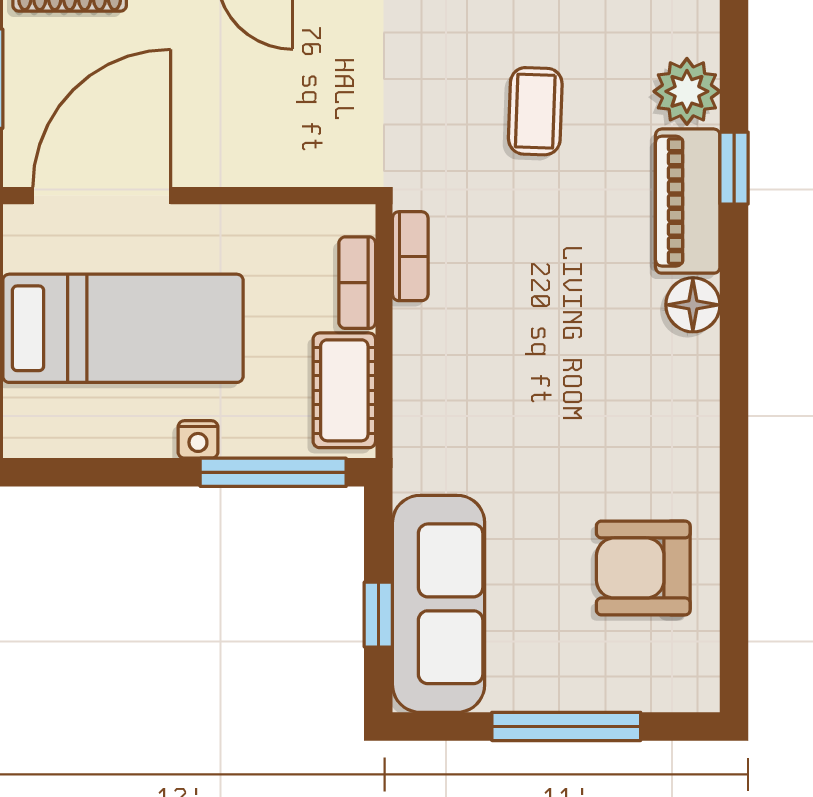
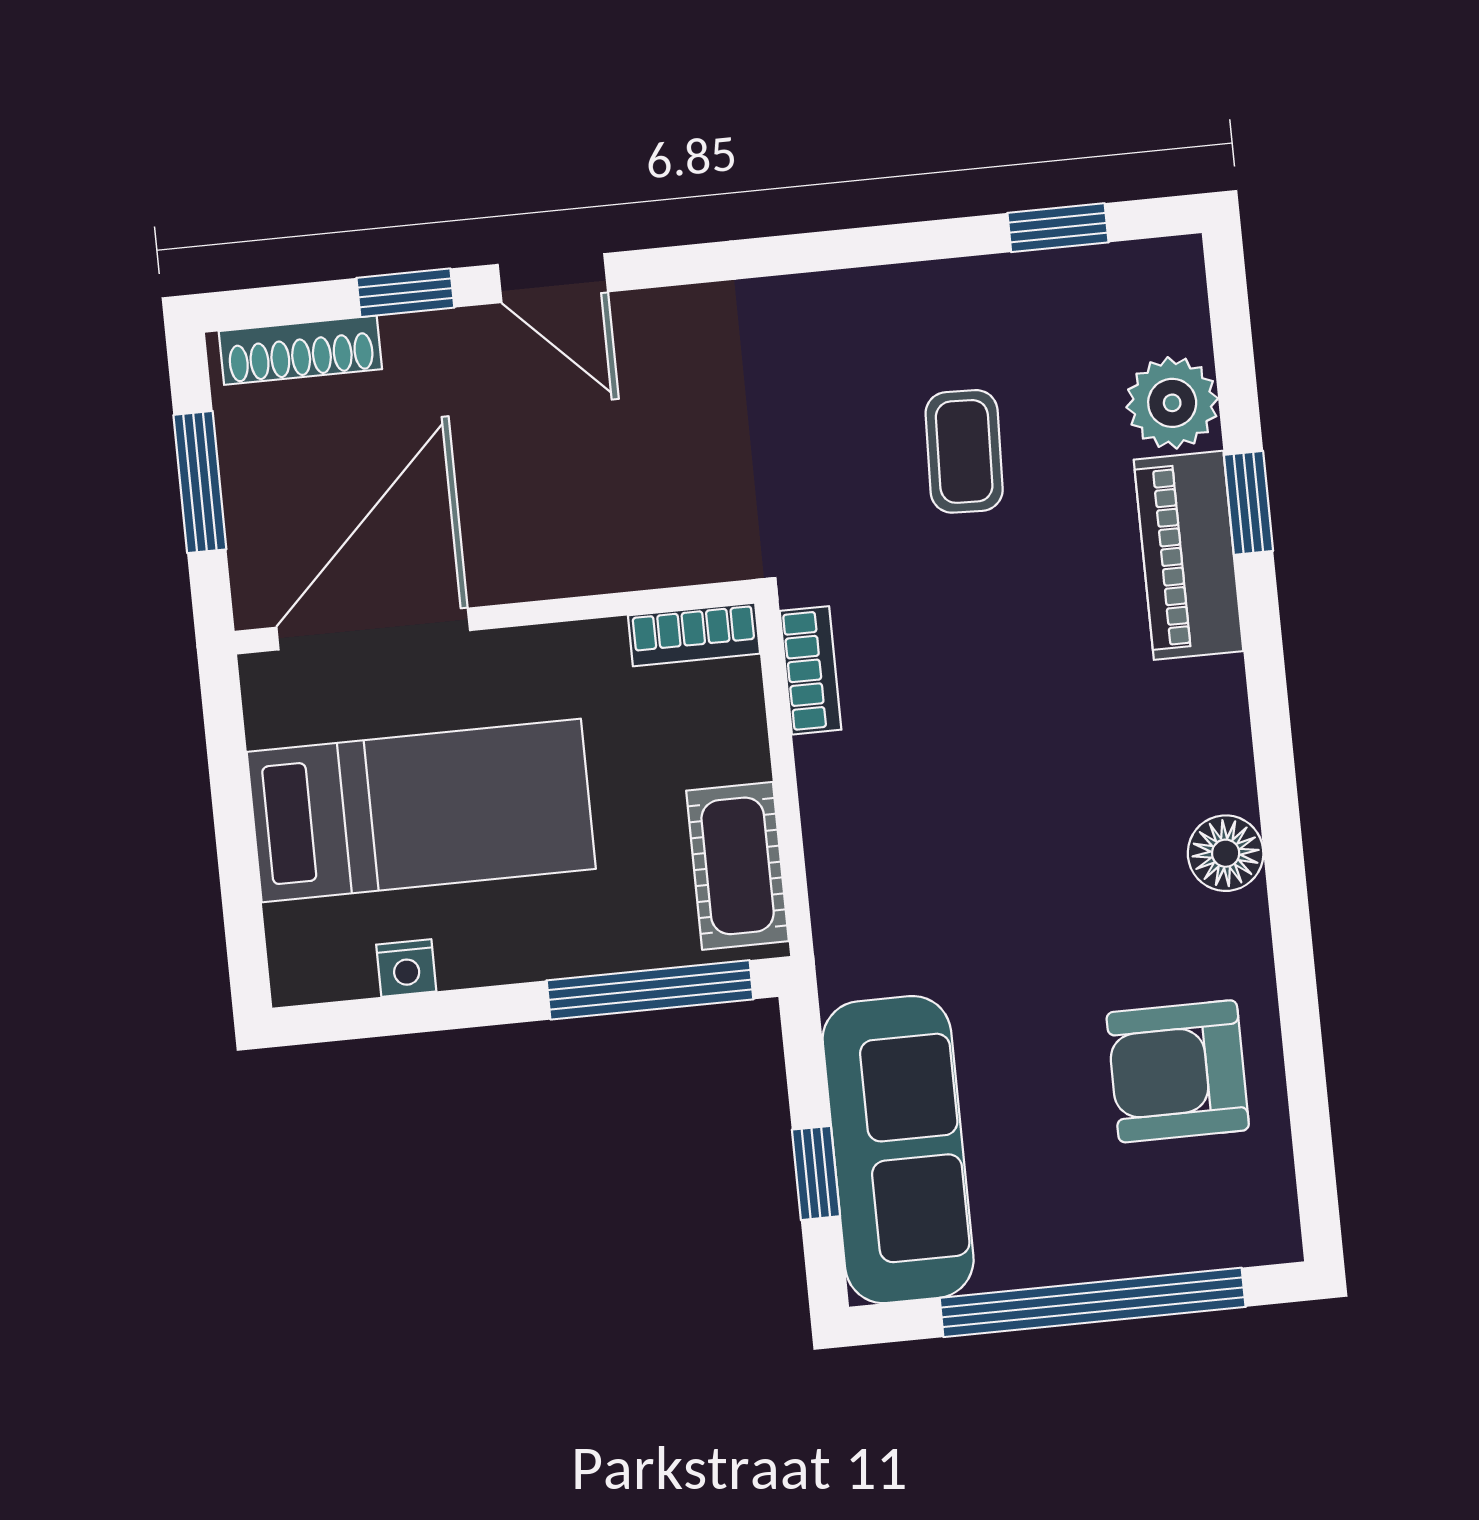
bookcase: (357, 283) -> (694, 635), moved, turned -90
floor lamp: (693, 305) -> (1226, 853), moved
nightstand: (198, 439) -> (406, 968), moved
window: (566, 726) -> (1093, 1302), width x1.46

